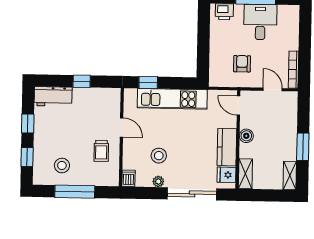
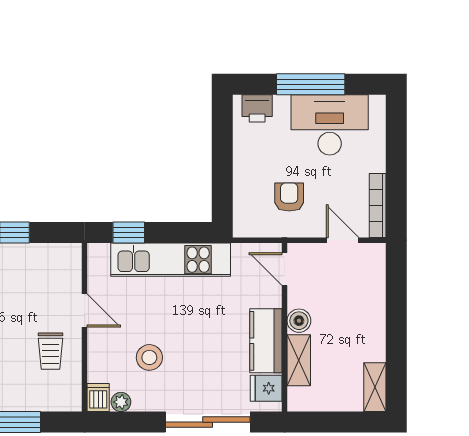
desk: (260, 22) -> (330, 125), width x1.37
window: (303, 147) -> (396, 337), removed
shelving: (245, 174) -> (299, 360), moved
plant: (158, 181) -> (121, 402), moved

